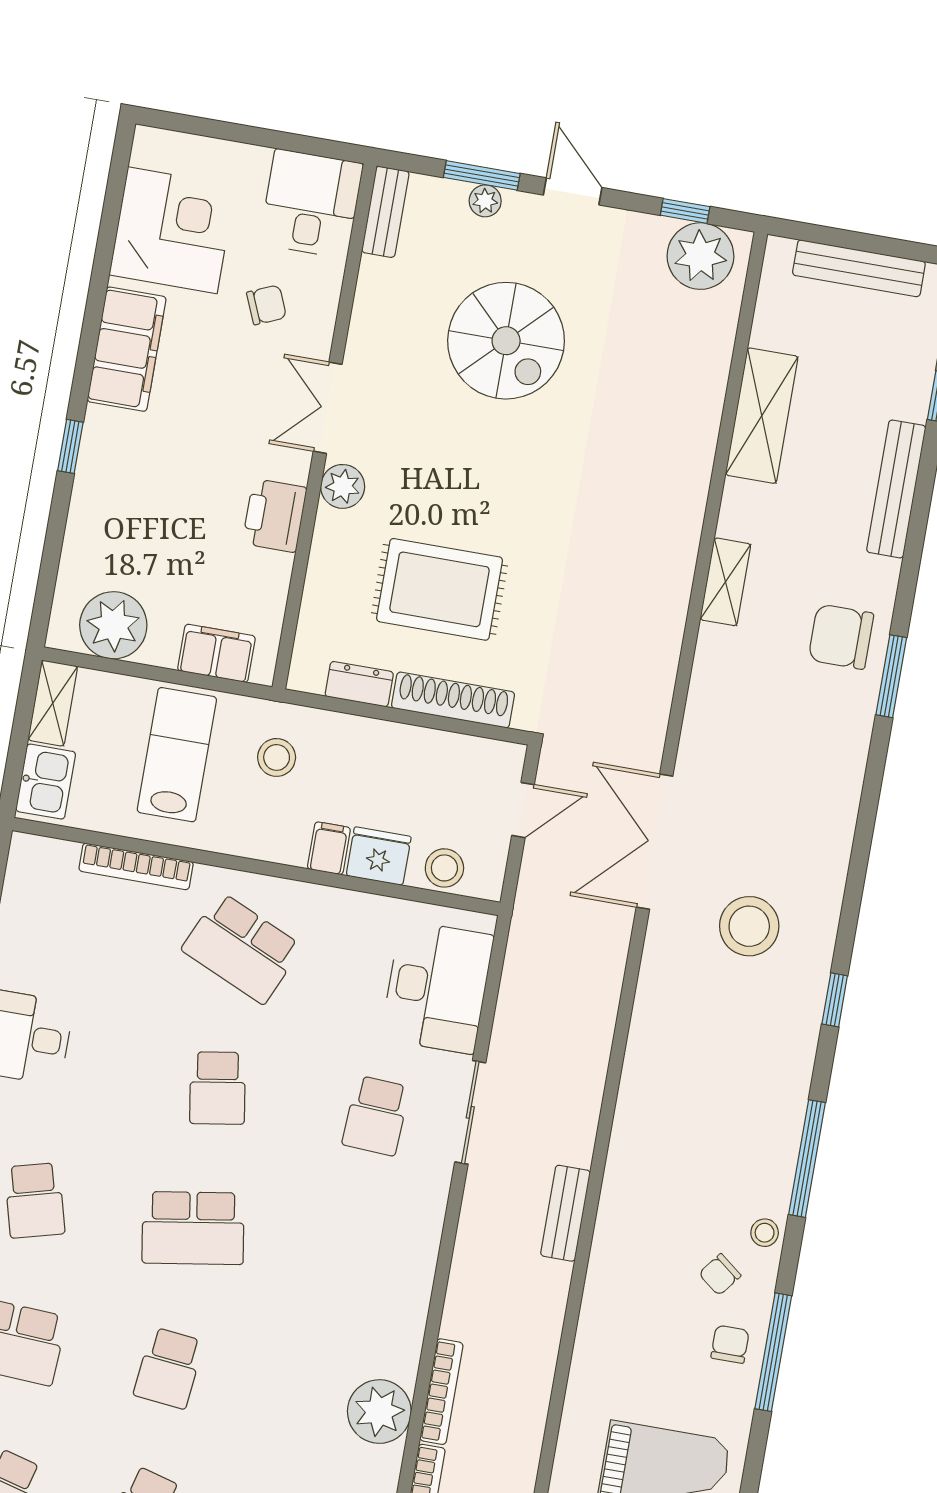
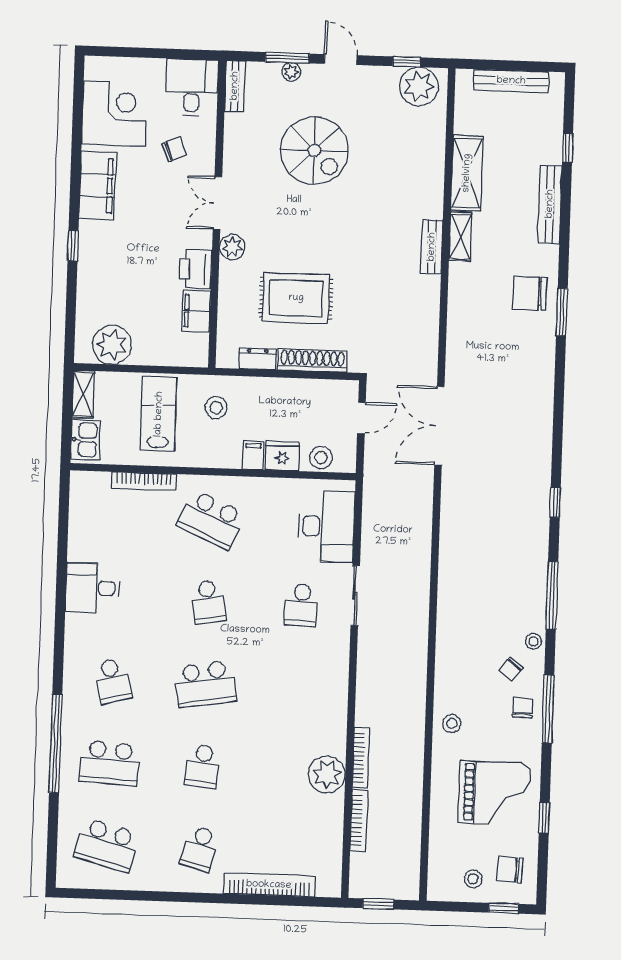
shelving: (725, 582) -> (460, 236), moved
filing cabinet: (216, 653) -> (196, 311), moved, turned -90
stool: (749, 926) -> (452, 723), moved, width x0.53, depth x0.53
bench: (565, 1213) -> (432, 247), moved

